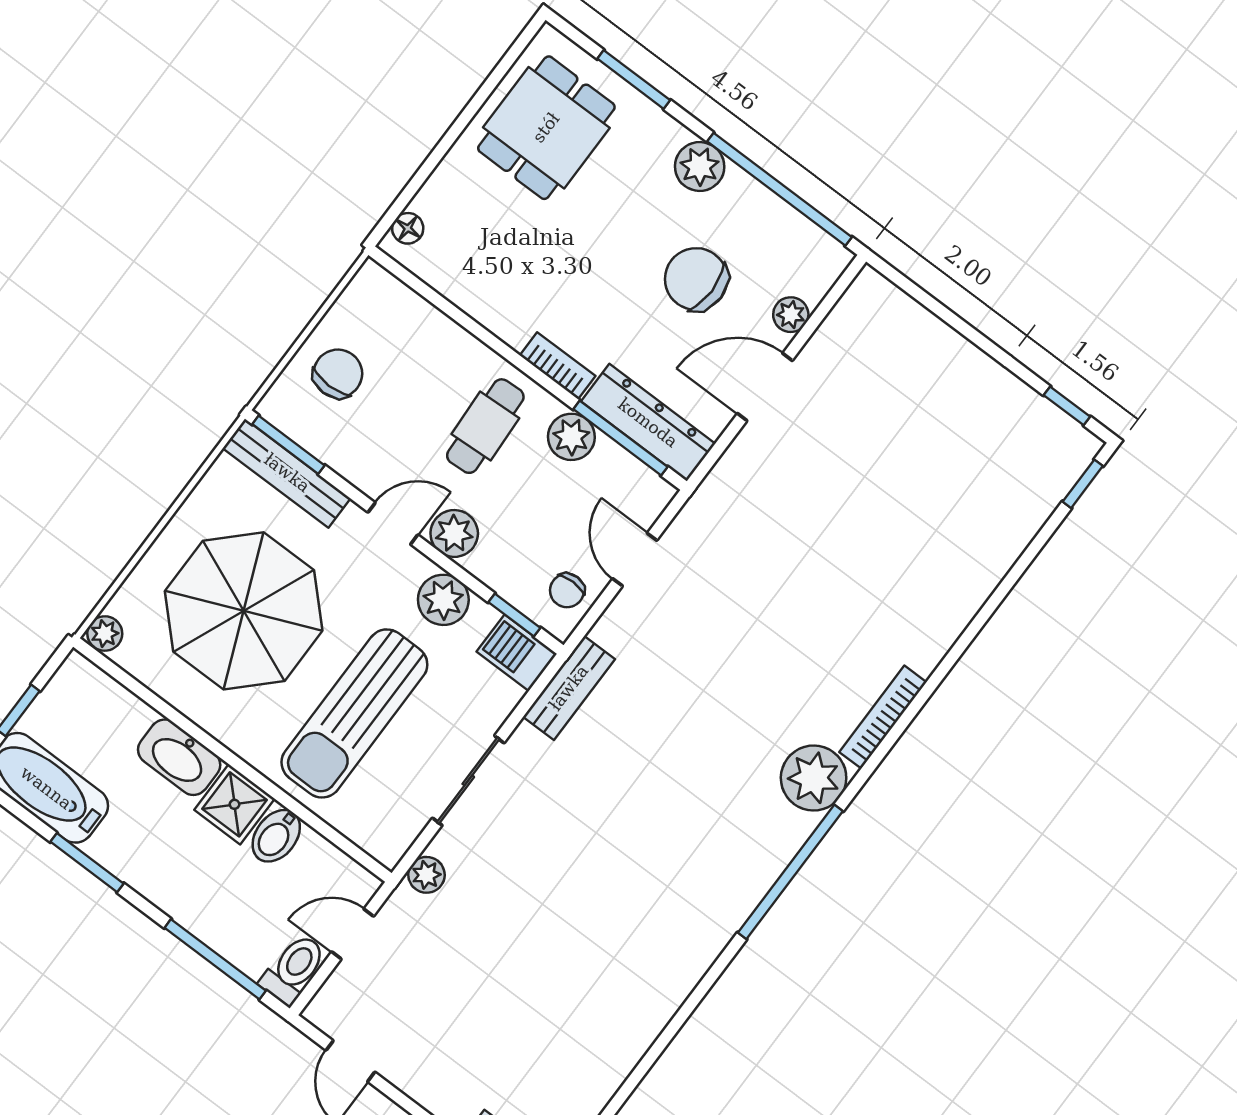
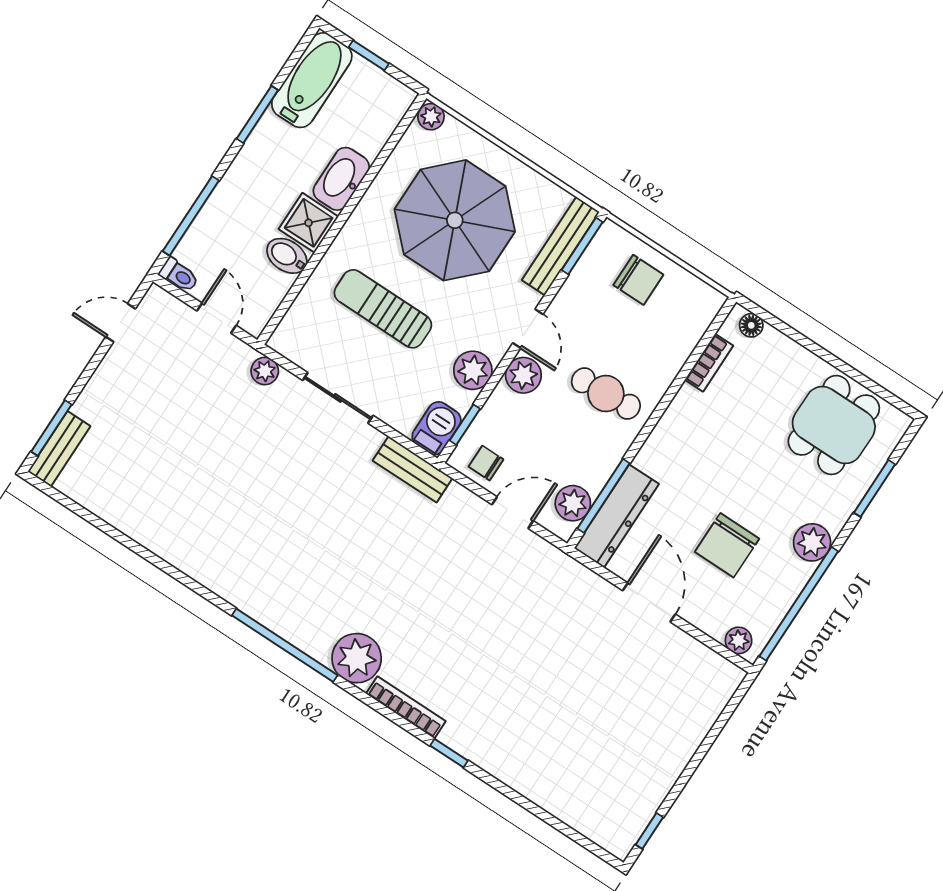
dining table: (546, 128) -> (834, 425), turned 90
chair: (696, 279) -> (727, 545), turned 180
plant: (791, 315) -> (739, 640), moved
bookcase: (558, 366) -> (709, 363), moved
plant: (571, 437) -> (573, 503), moved
window: (1083, 484) -> (449, 753), moved
sun lounger: (354, 713) -> (383, 309), width x0.73, depth x0.75
toilet: (294, 969) -> (179, 275), width x0.73, depth x0.72

